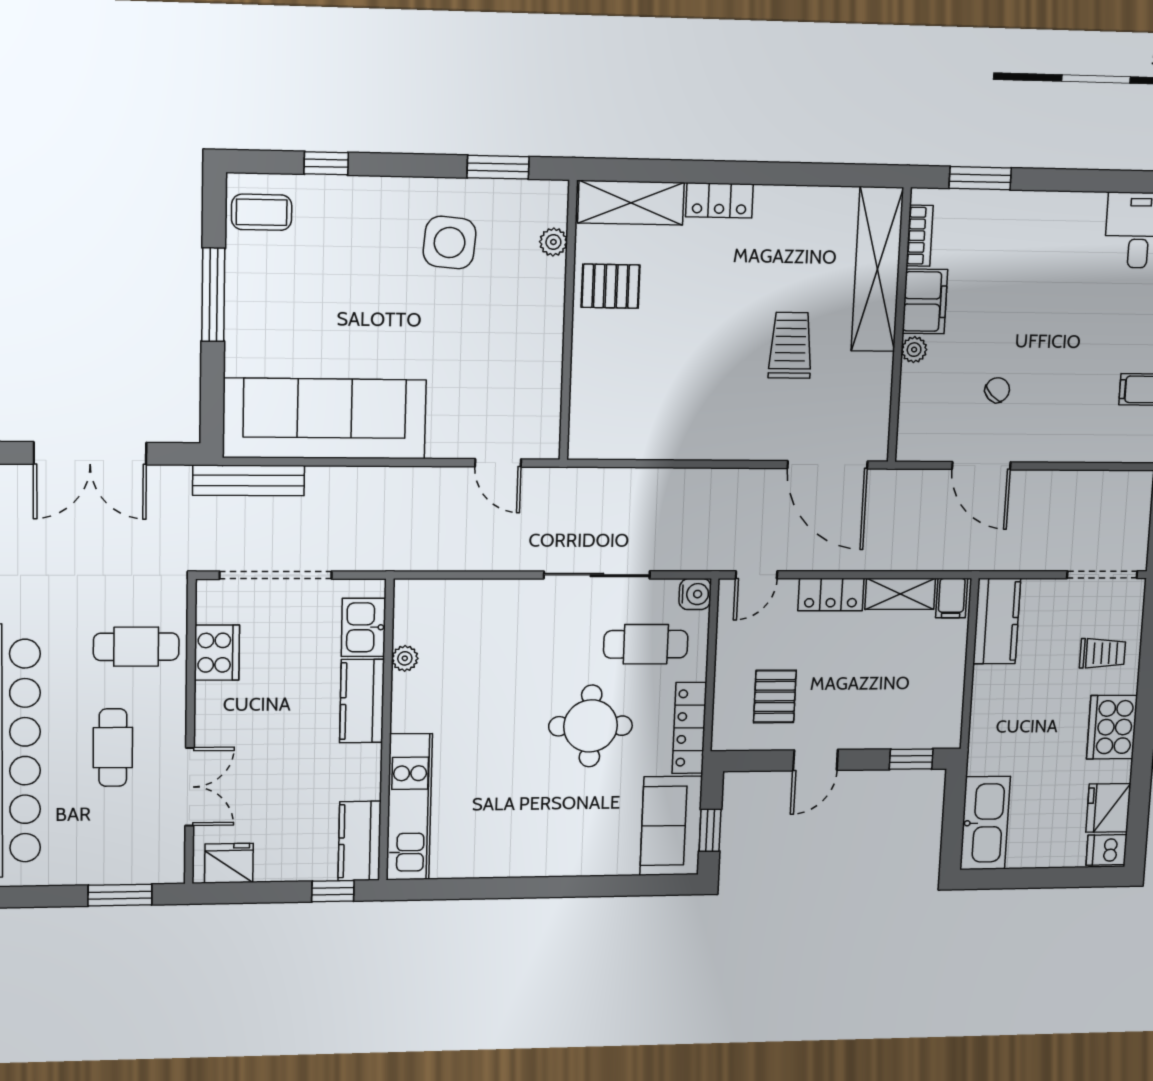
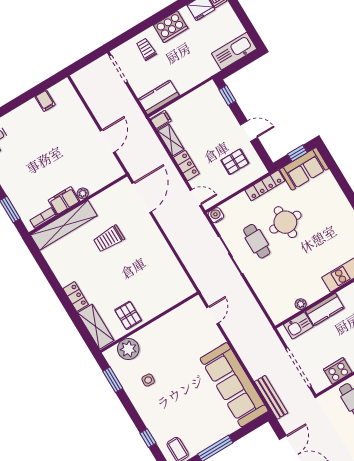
plant: (553, 242) -> (128, 349), width x1.88, depth x1.88
side table: (450, 243) -> (148, 380), width x0.54, depth x0.54
chair: (997, 390) -> (78, 153), removed
cafe table: (646, 644) -> (257, 241), moved

